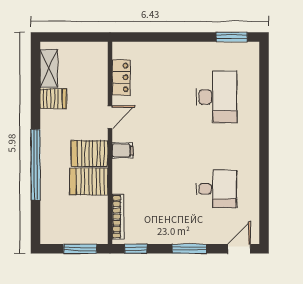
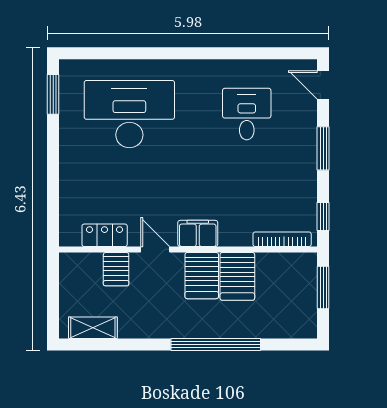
desk: (216, 97) -> (129, 114), width x1.36, depth x1.30
server rack: (53, 99) -> (116, 269), moved, turned 180
filing cabinet: (123, 150) -> (198, 233), width x2.00

